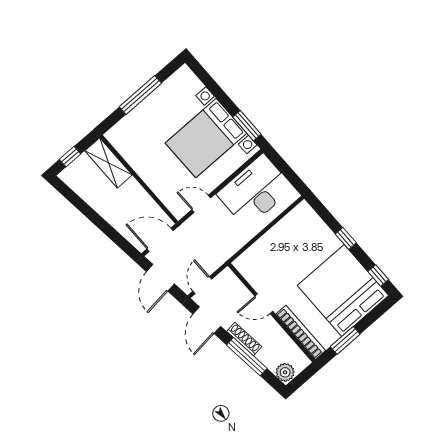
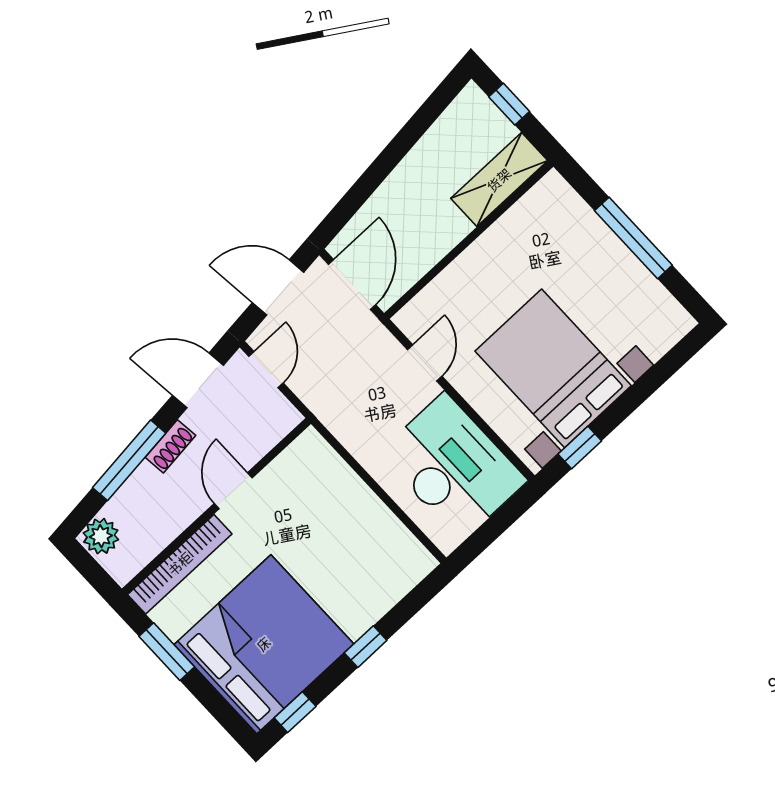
window: (247, 126) -> (580, 448), width x0.67
door: (202, 285) -> (266, 370), hinge flipped
shoe rack: (244, 339) -> (170, 446), width x0.70

